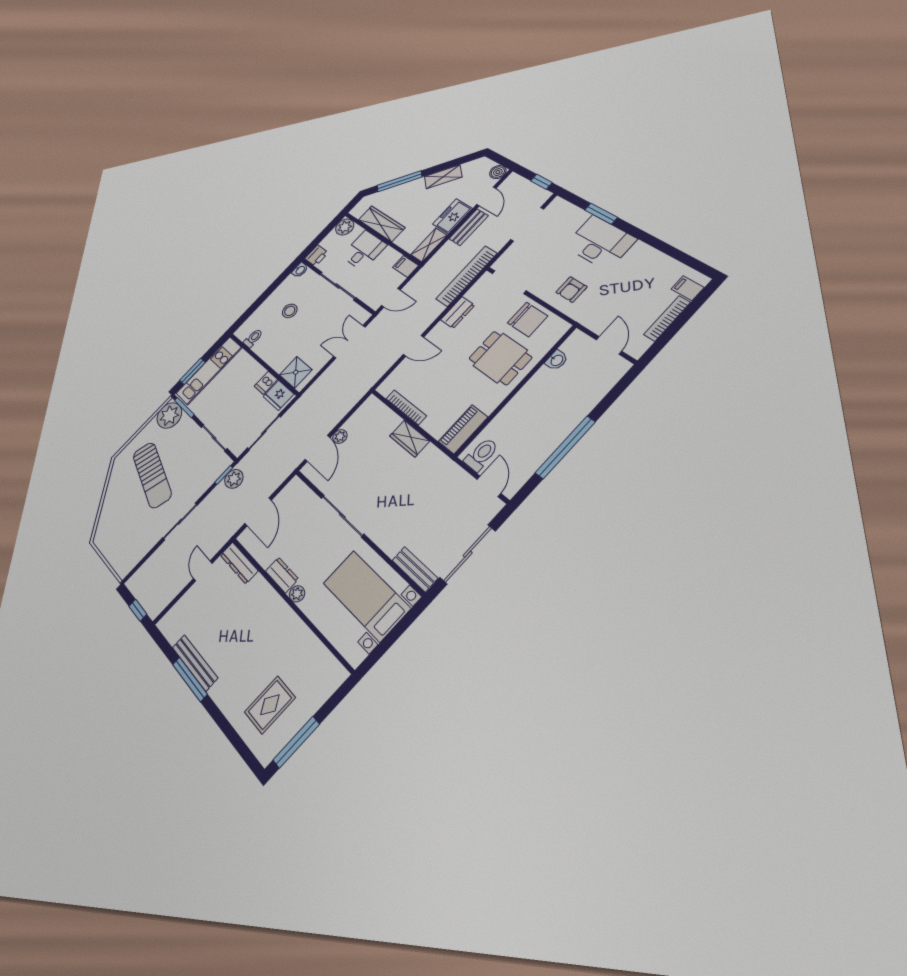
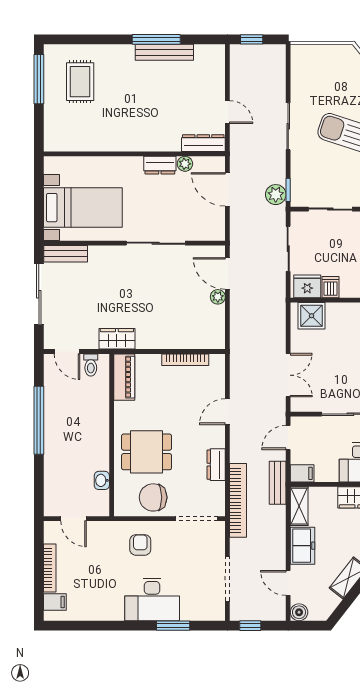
bench: (469, 227) -> (278, 483), moved
wardrobe: (410, 439) -> (117, 339), moved
toilet: (481, 455) -> (91, 365), width x0.73, depth x0.72
plant: (297, 594) -> (185, 164), moved

